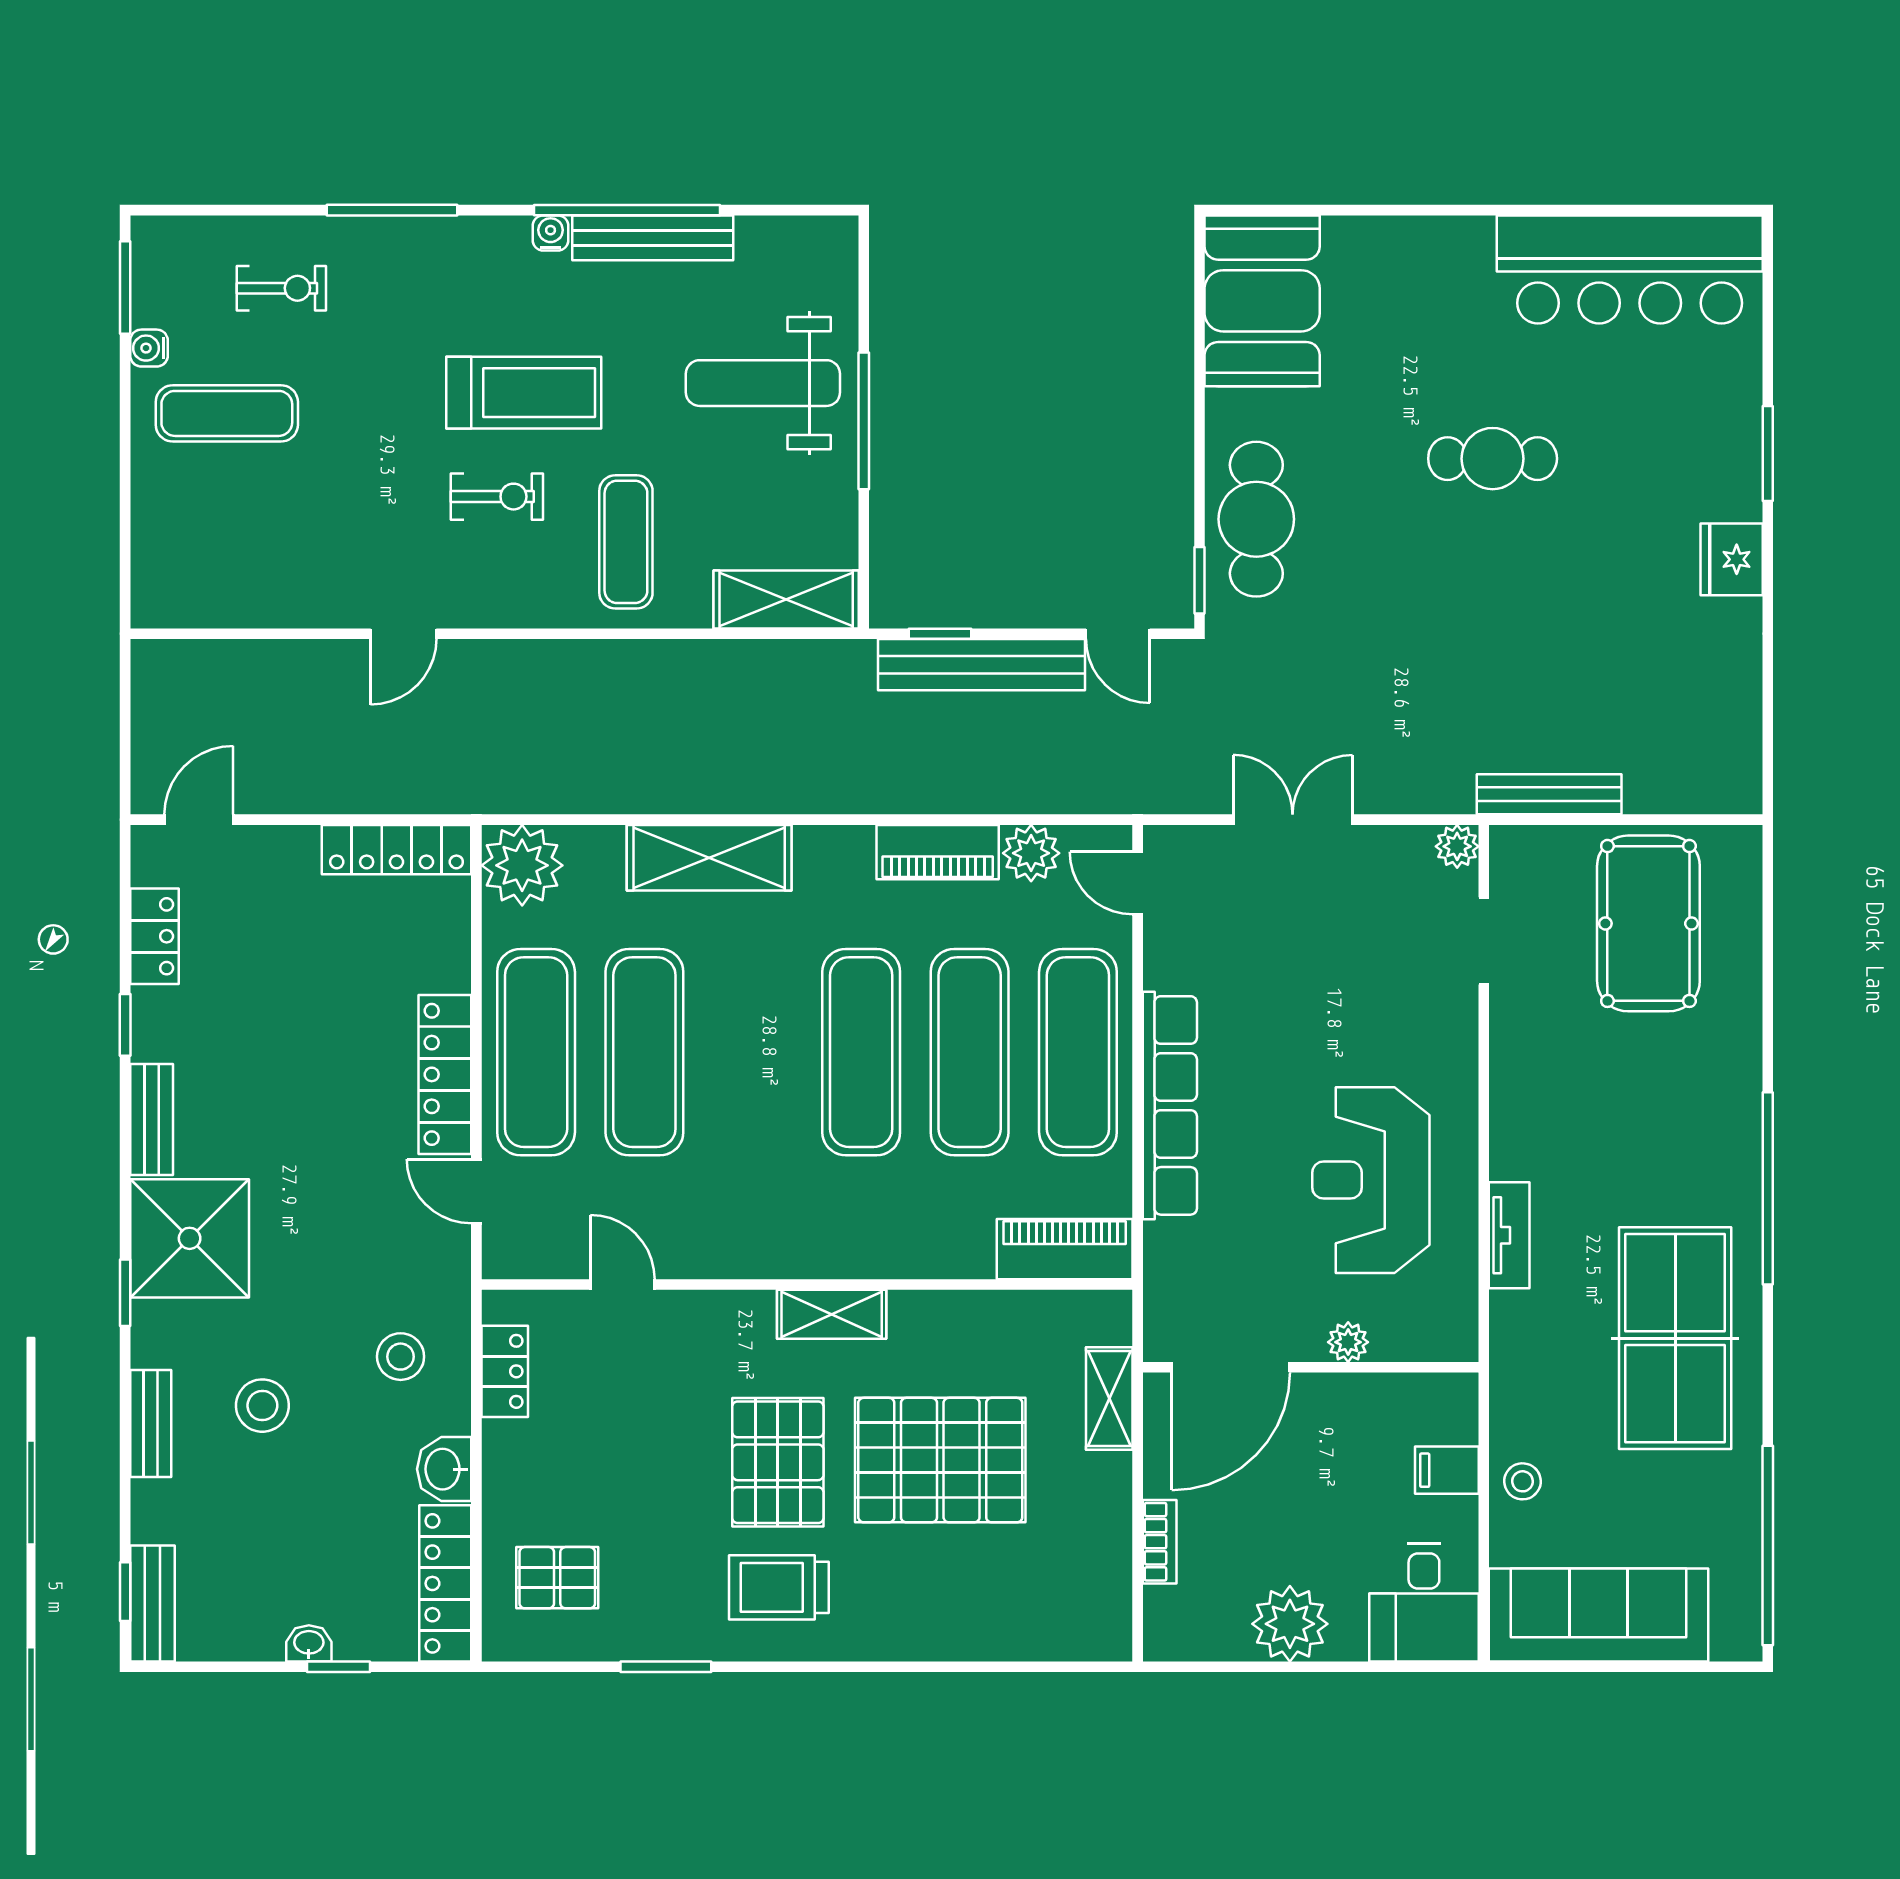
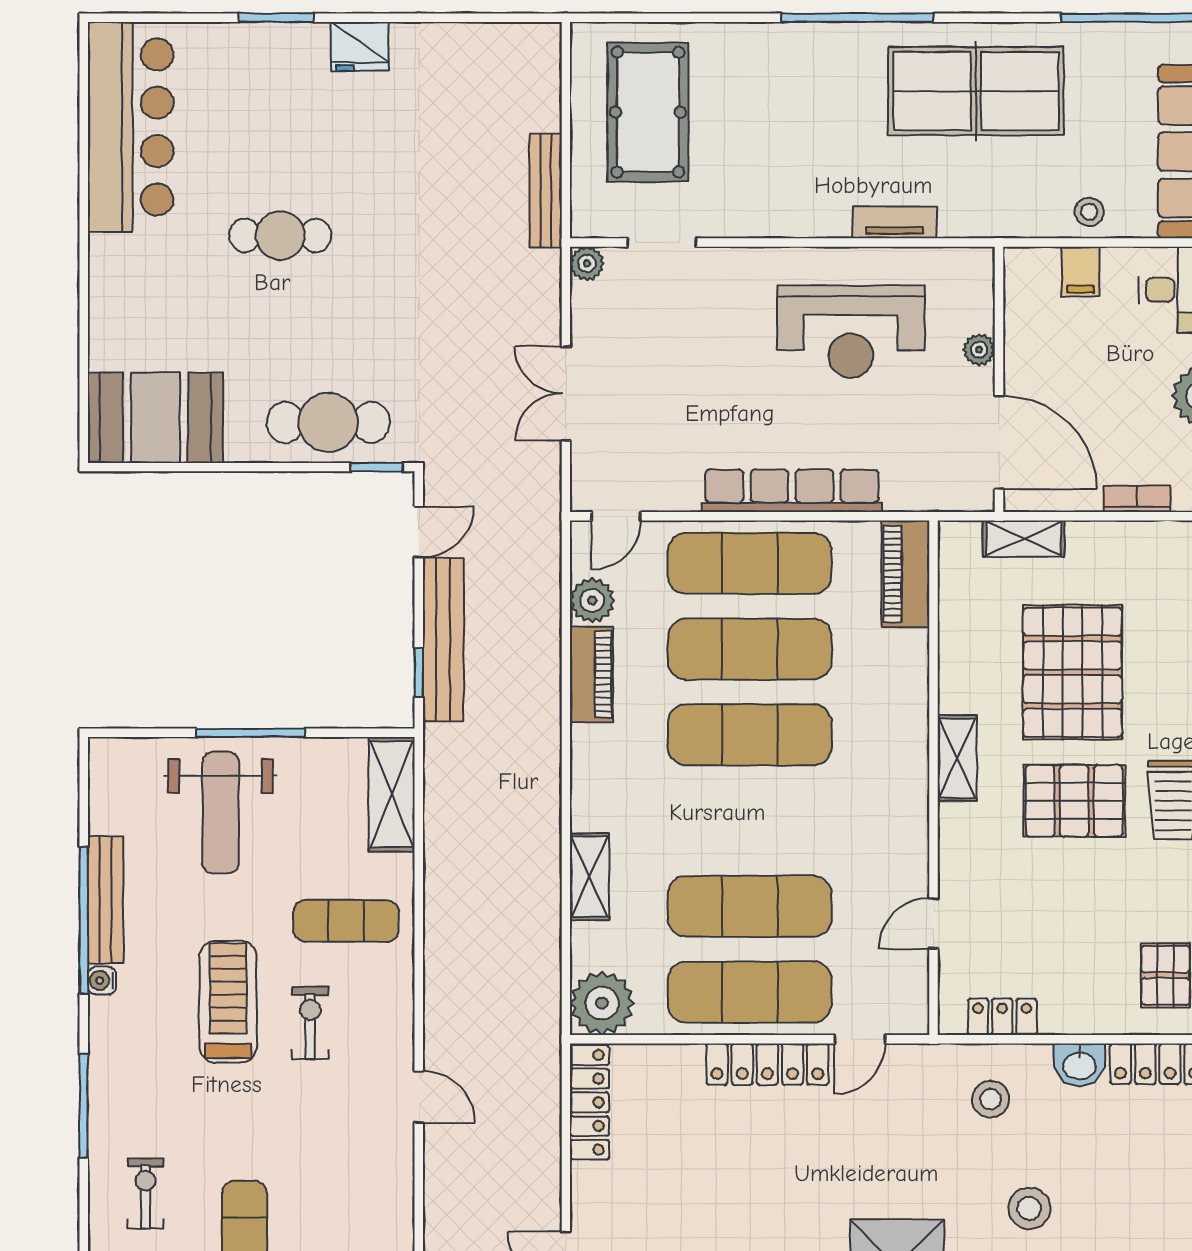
cafe table: (1493, 459) -> (280, 235), turned 90
shelving: (709, 858) -> (589, 877), width x0.67, depth x0.75
pool table: (1648, 923) -> (648, 112), turned 90

